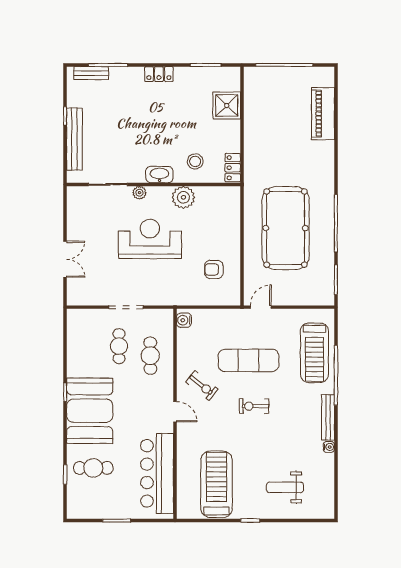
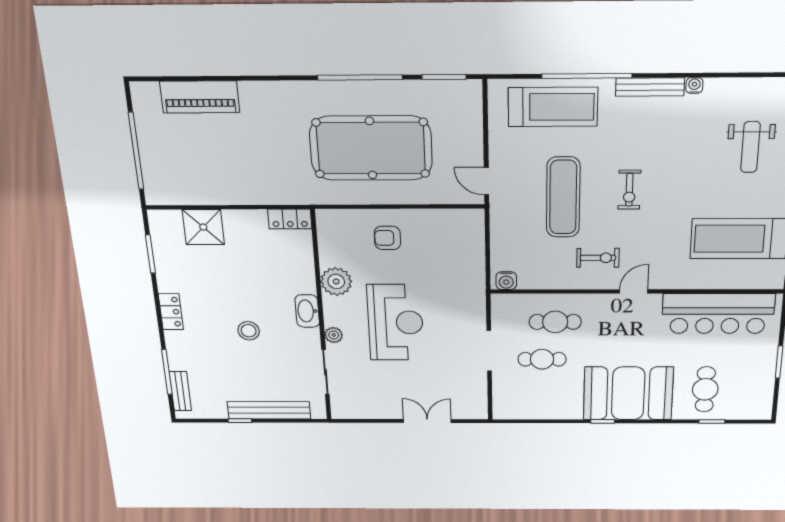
stool: (195, 161) -> (249, 331), moved
reception desk: (150, 239) -> (395, 322), turned 180
armchair: (214, 269) -> (387, 238), moved, turned 90
exercise bike: (202, 386) -> (598, 258), turned 51

